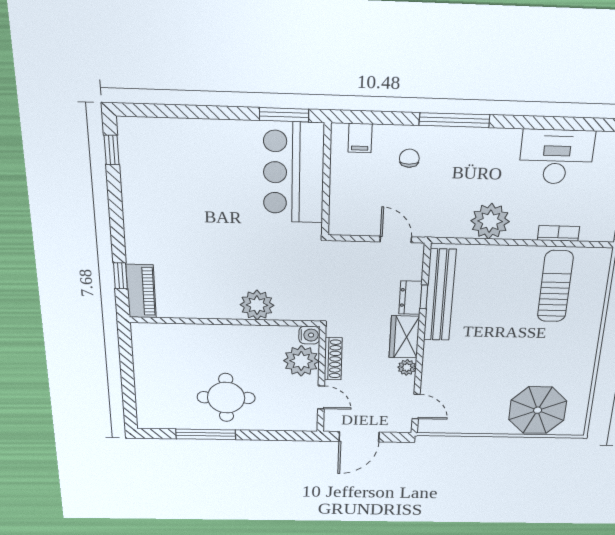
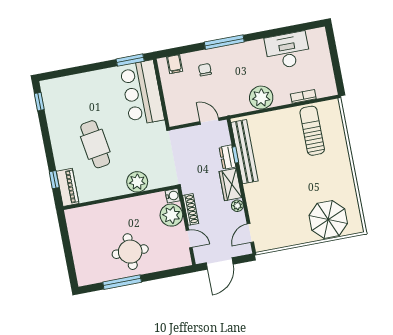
cafe table: (198, 237) -> (95, 144), added
door: (416, 407) -> (250, 233), swing flipped

